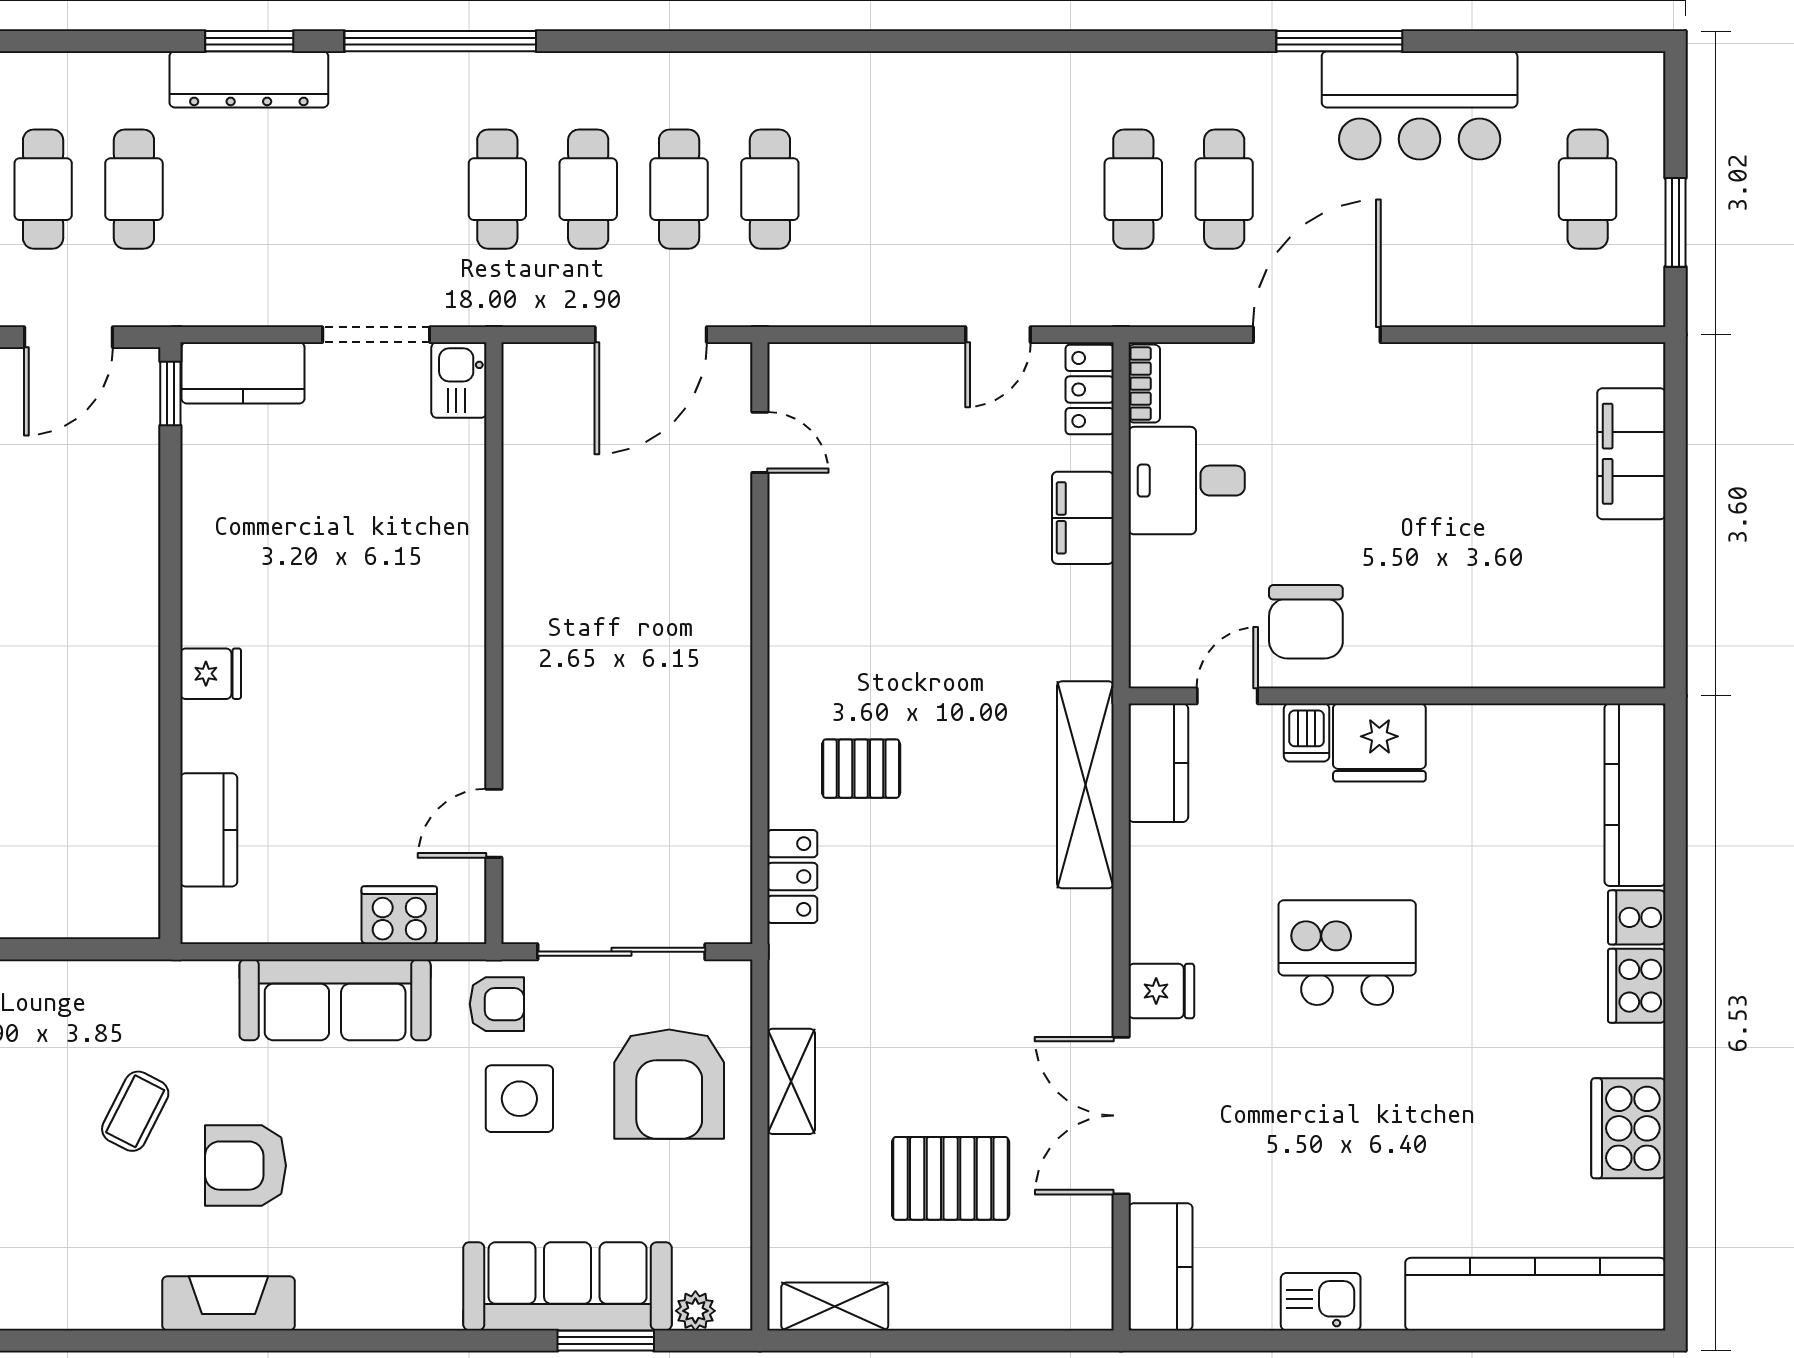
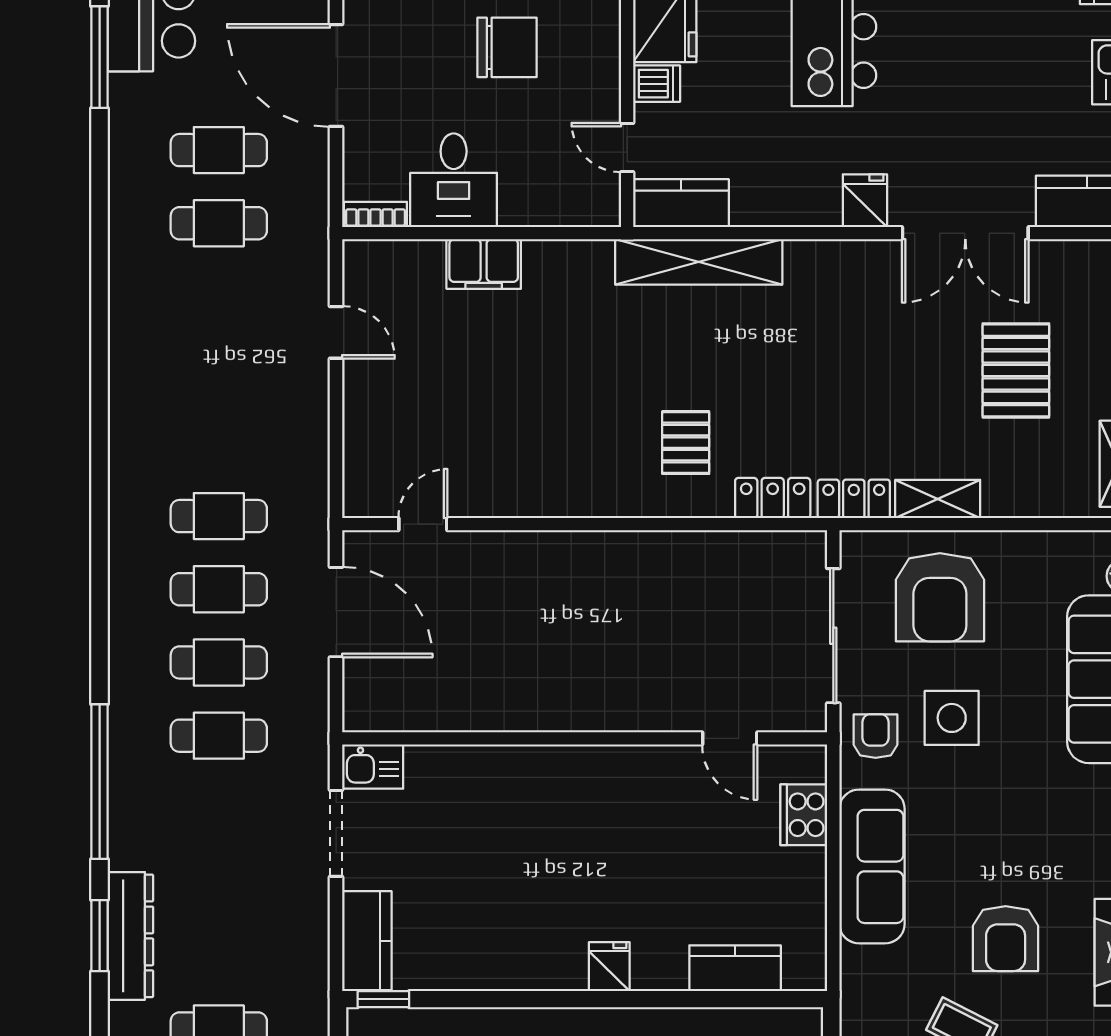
locker: (1090, 389) -> (854, 499), moved, turned 180
chair: (1306, 622) -> (507, 47), moved
armchair: (669, 1084) -> (940, 597), turned 90

